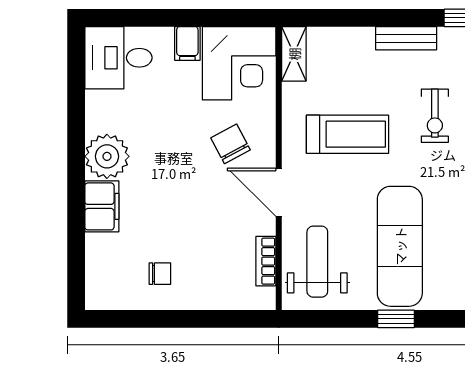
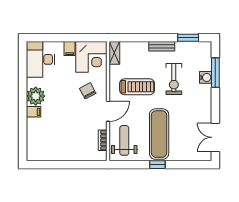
desk: (118, 58) -> (40, 59), width x1.37
exercise bike: (435, 116) -> (174, 79), width x1.38, depth x1.39
door: (279, 192) -> (108, 111), swing flipped
filing cabinet: (102, 206) -> (33, 112), width x0.50
chair: (160, 274) -> (58, 146), removed

